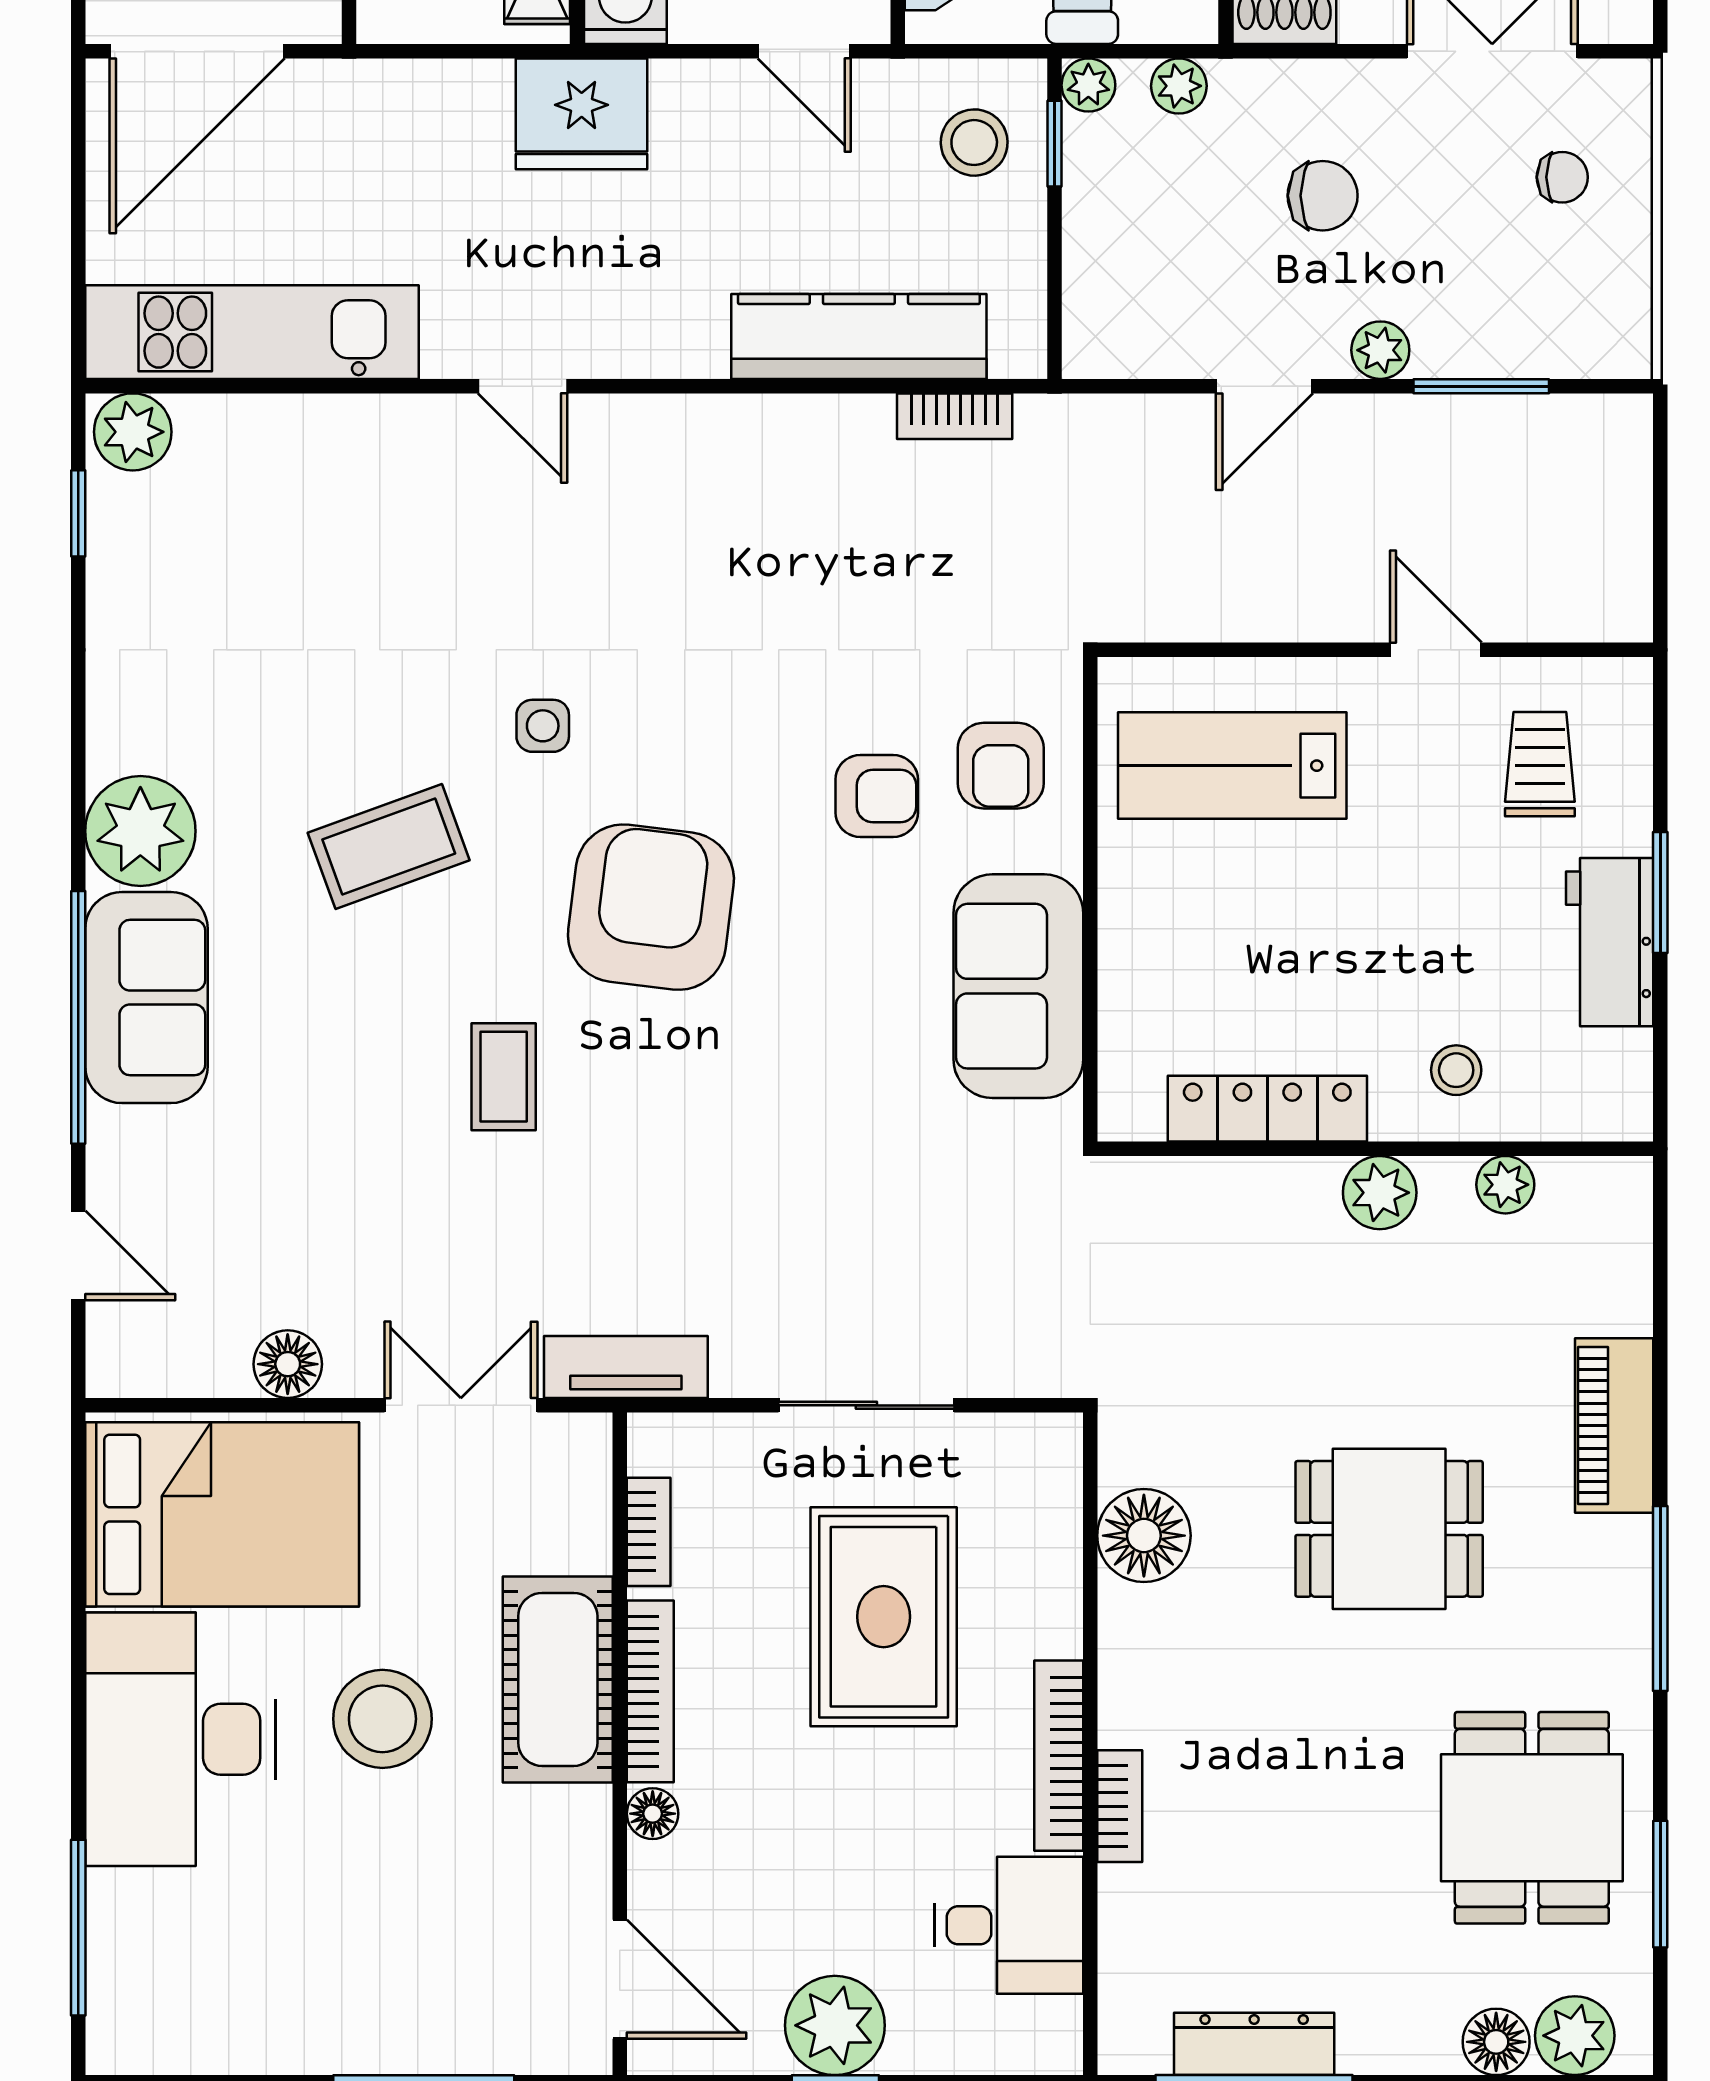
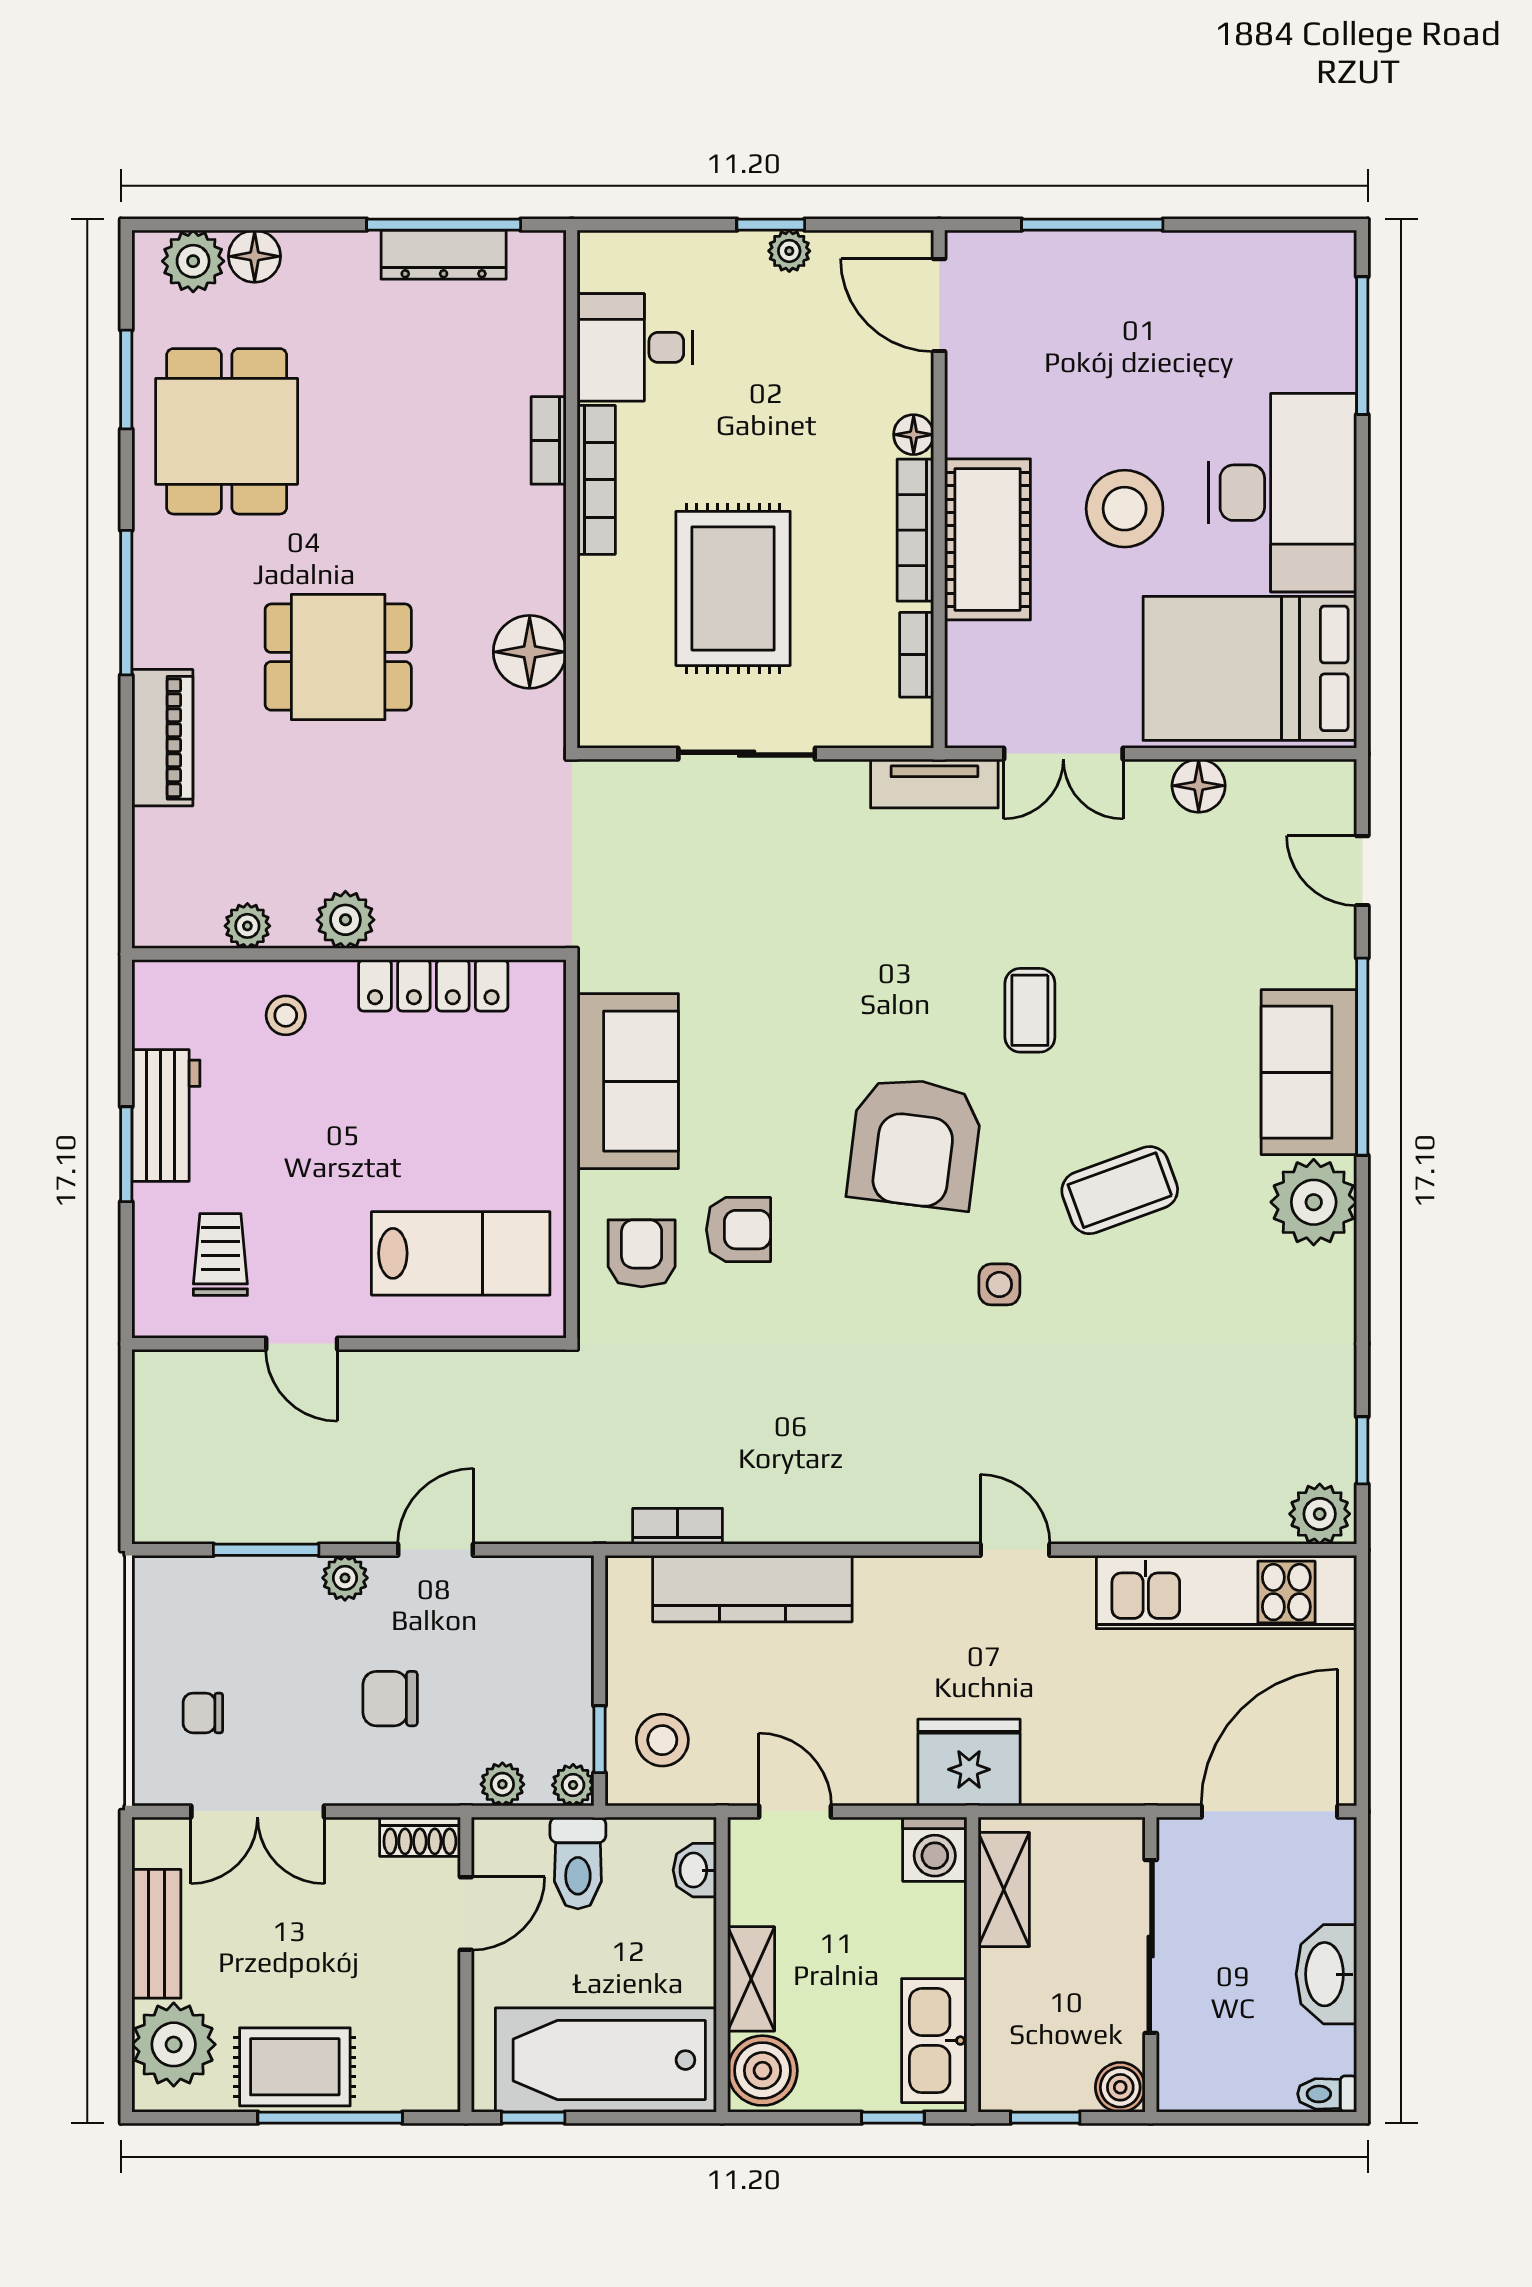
trolley: (1540, 764) -> (220, 1254), turned 180
armchair: (877, 796) -> (738, 1230), turned 180
plant: (835, 2025) -> (789, 251), width x0.53, depth x0.53

